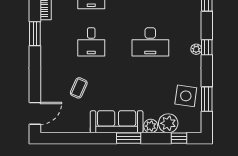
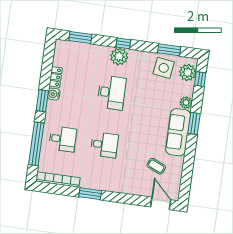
plant: (196, 49) -> (119, 56), width x1.88, depth x1.88
coffee table: (79, 88) -> (156, 166), moved
plant: (168, 123) -> (188, 73), moved

